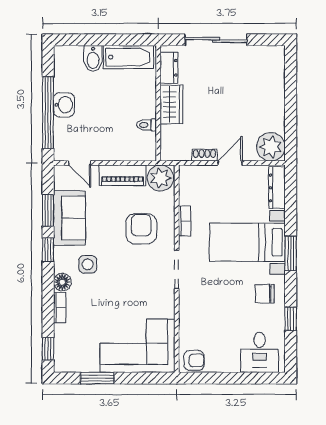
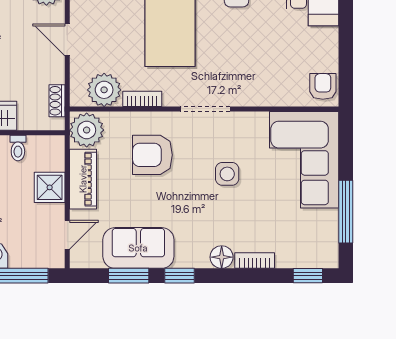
shower: (116, 149) -> (50, 187), added
shoe rack: (204, 155) -> (57, 101), moved
plant: (191, 191) -> (104, 90), added
side table: (88, 264) -> (227, 174), moved
window: (97, 378) -> (346, 212), width x1.44

